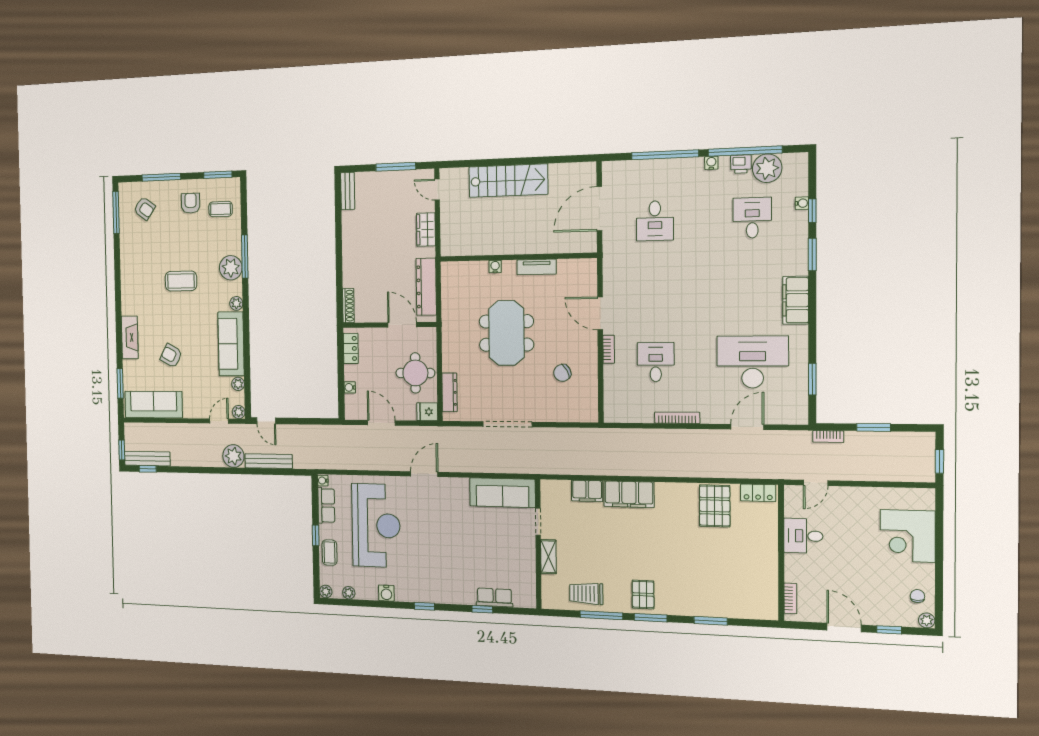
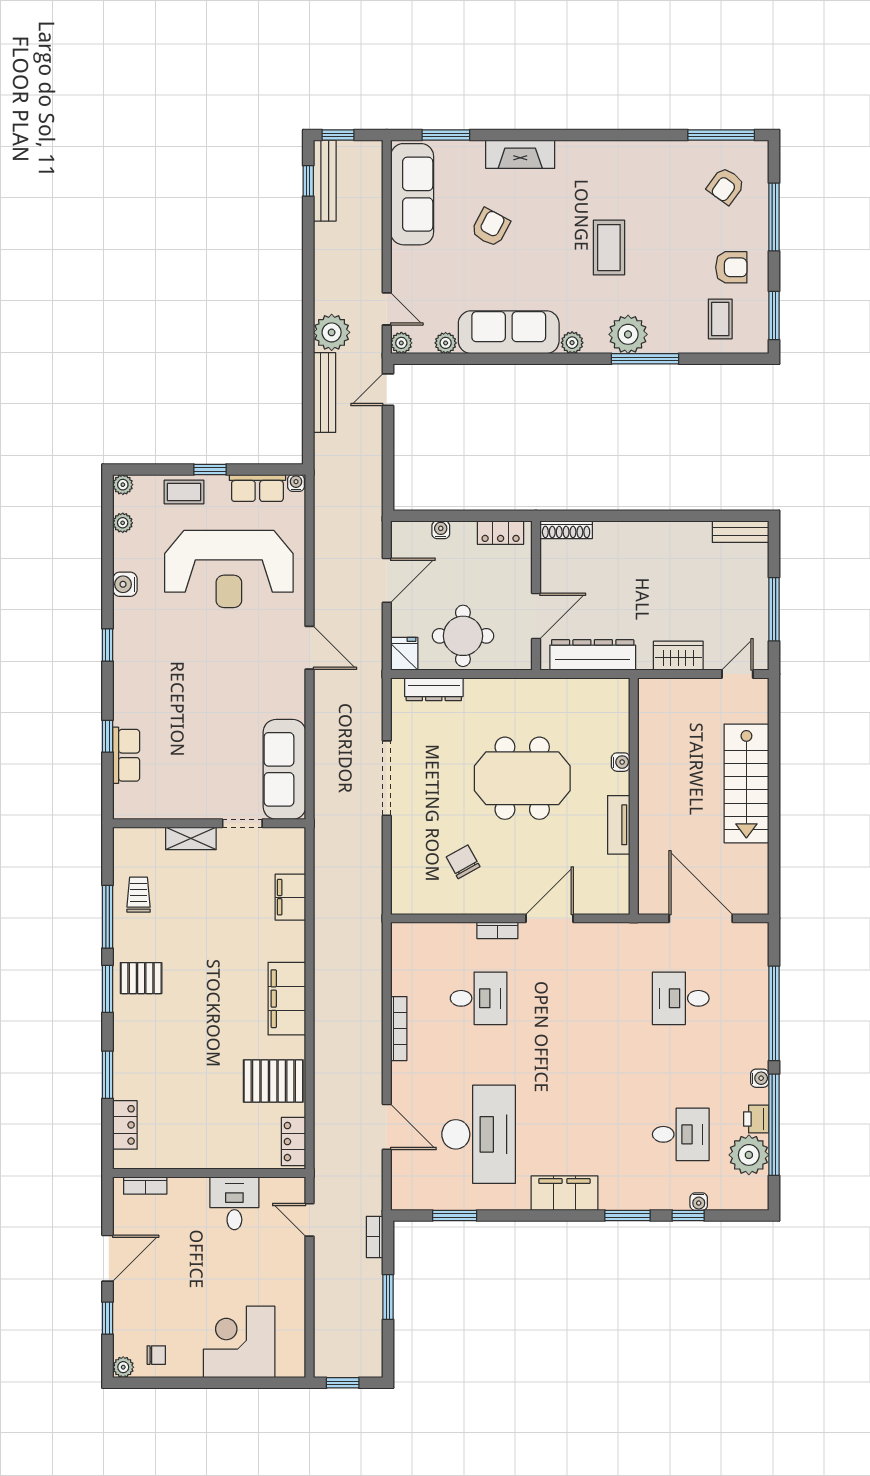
filing cabinet: (629, 494) -> (287, 999), moved
trolley: (586, 594) -> (139, 895), width x0.73, depth x0.72
locker: (746, 610) -> (125, 1125), added

